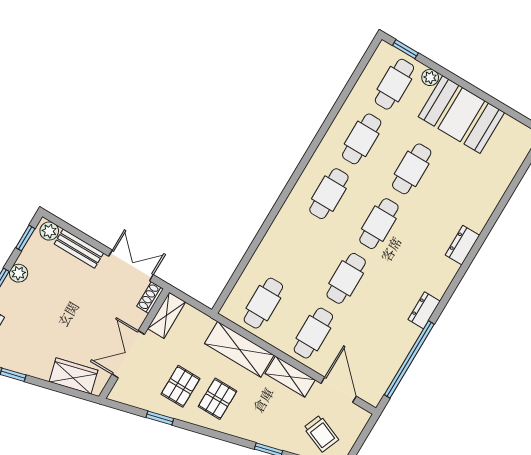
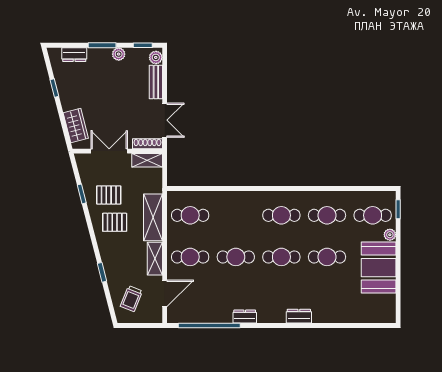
shoe rack: (150, 298) -> (147, 144), width x1.43

